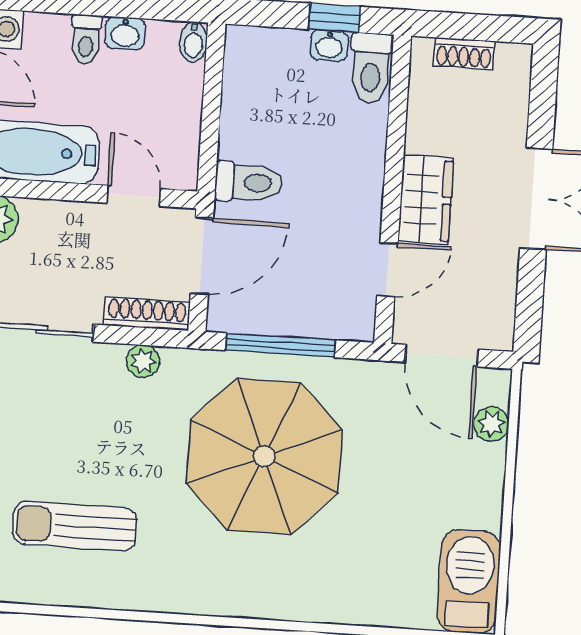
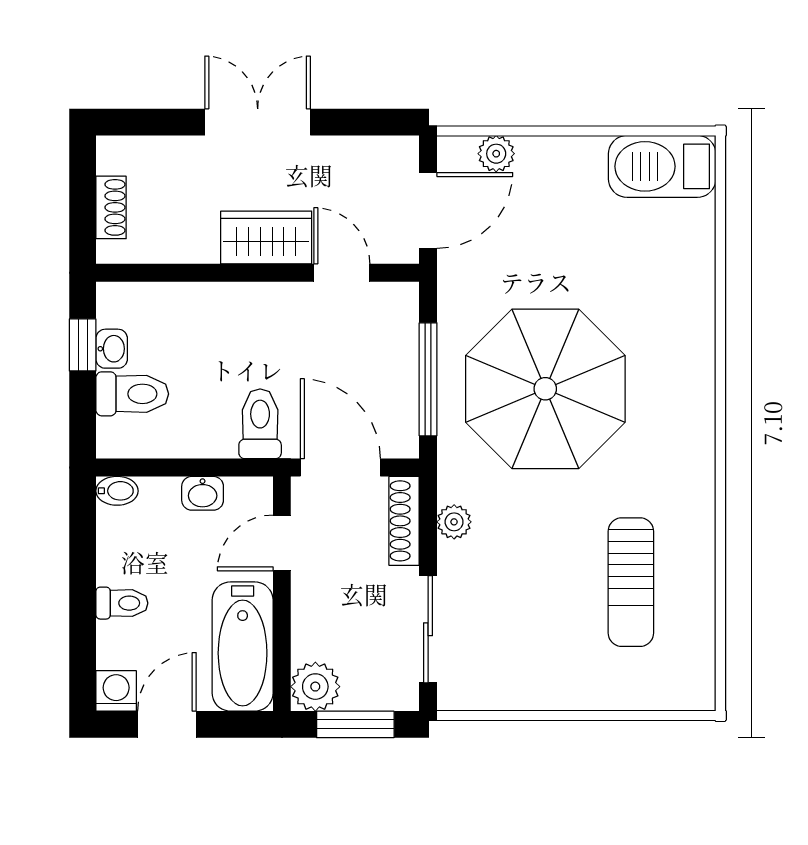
washbasin: (125, 33) -> (203, 493), moved, turned 90
toilet: (371, 68) -> (132, 394), moved

